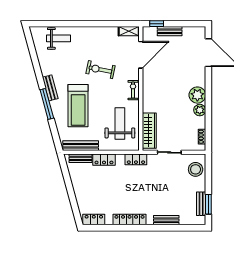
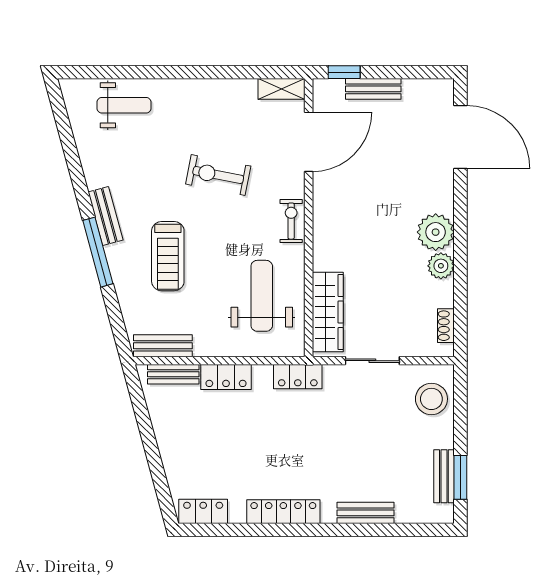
treadmill: (78, 106) -> (168, 256), width x0.73, depth x0.73
bench: (81, 146) -> (163, 346), width x0.73

